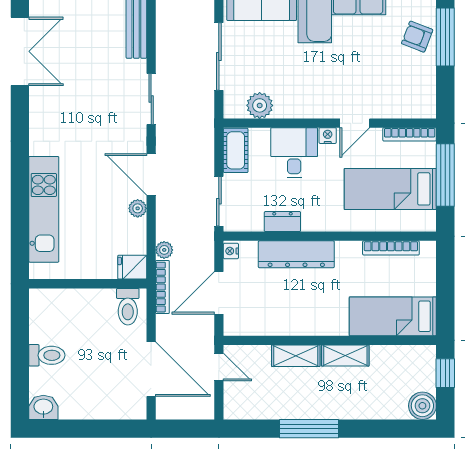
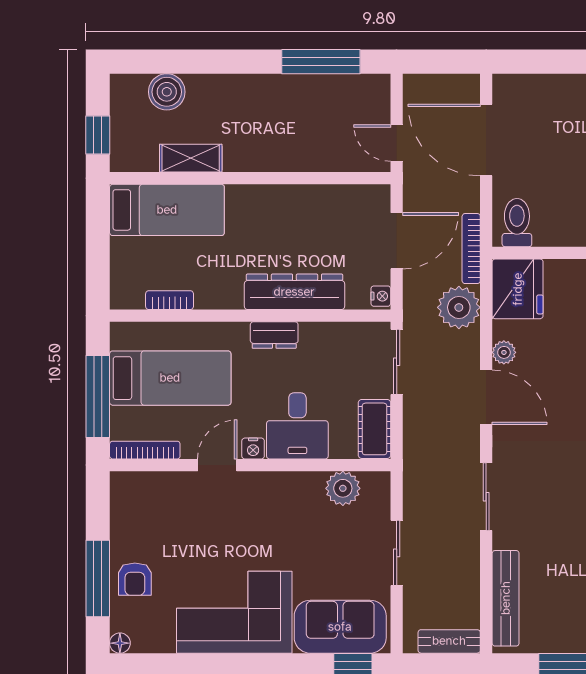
armchair: (417, 37) -> (135, 579), turned 69
sliding door: (219, 57) -> (397, 553), width x0.73
dresser: (282, 222) -> (274, 335), moved
bookcase: (391, 248) -> (170, 300), width x0.64
plant: (164, 250) -> (459, 307), width x1.88, depth x1.88
fridge: (132, 267) -> (518, 289), width x1.88, depth x1.34
shelving: (345, 355) -> (191, 158), moved
shelving: (296, 356) -> (295, 158), removed
boiler: (422, 406) -> (167, 92), moved
window: (309, 429) -> (321, 62), moved

